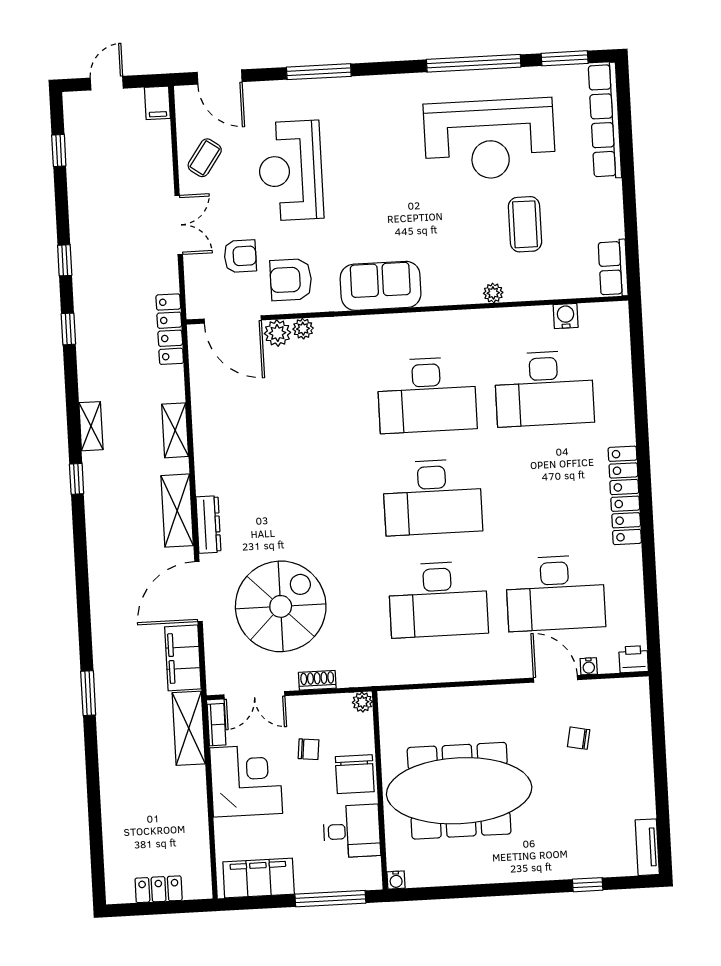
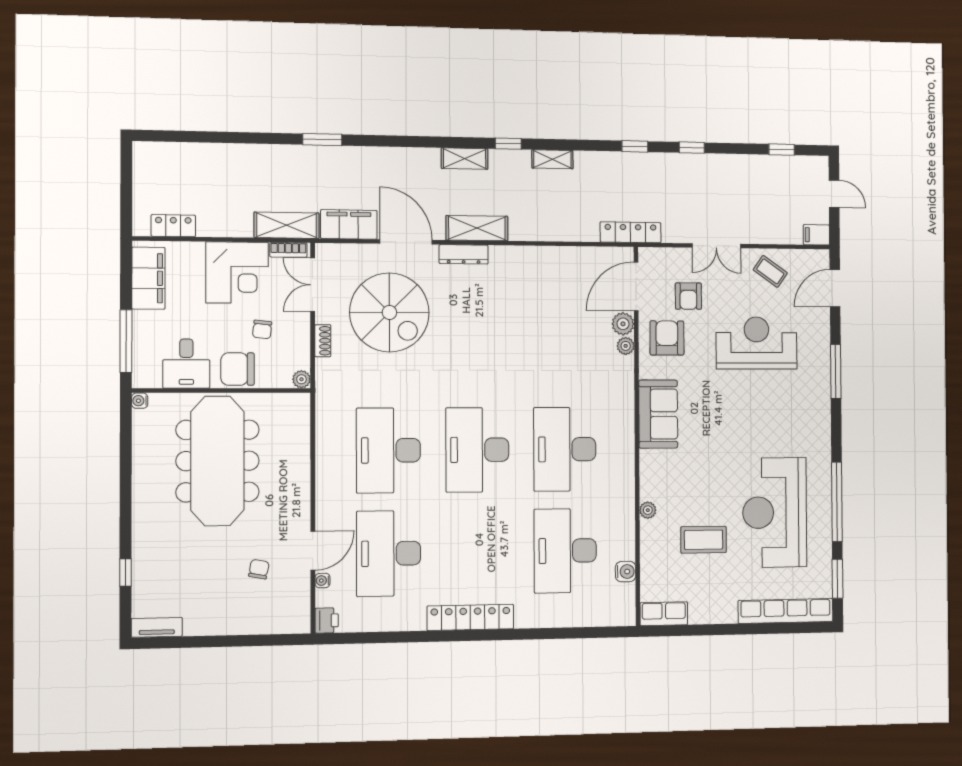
shelving: (175, 430) -> (465, 159), moved
locker: (159, 889) -> (173, 226), moved, turned -90

